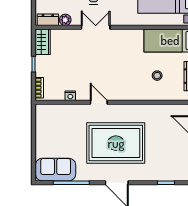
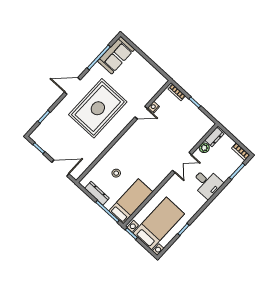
wardrobe: (43, 42) -> (203, 121), removed
door: (99, 102) -> (141, 113), moved

